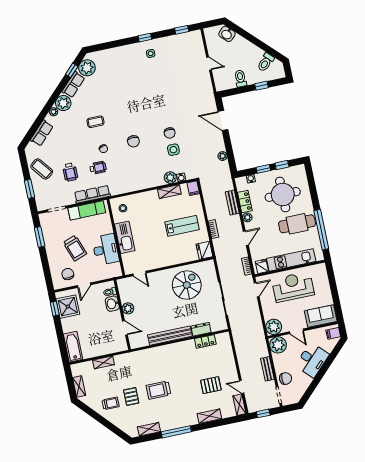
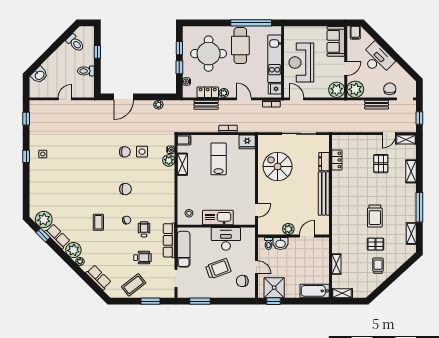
shelving: (79, 386) -> (342, 293), moved

